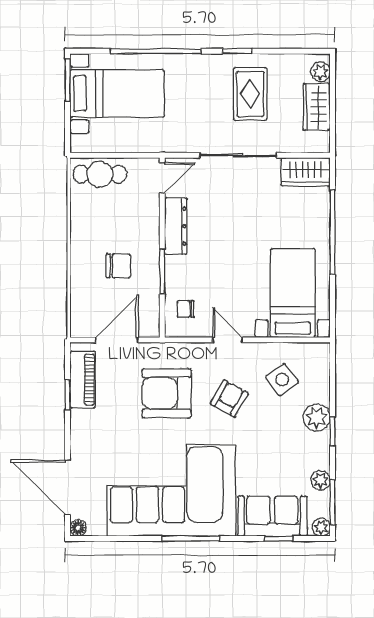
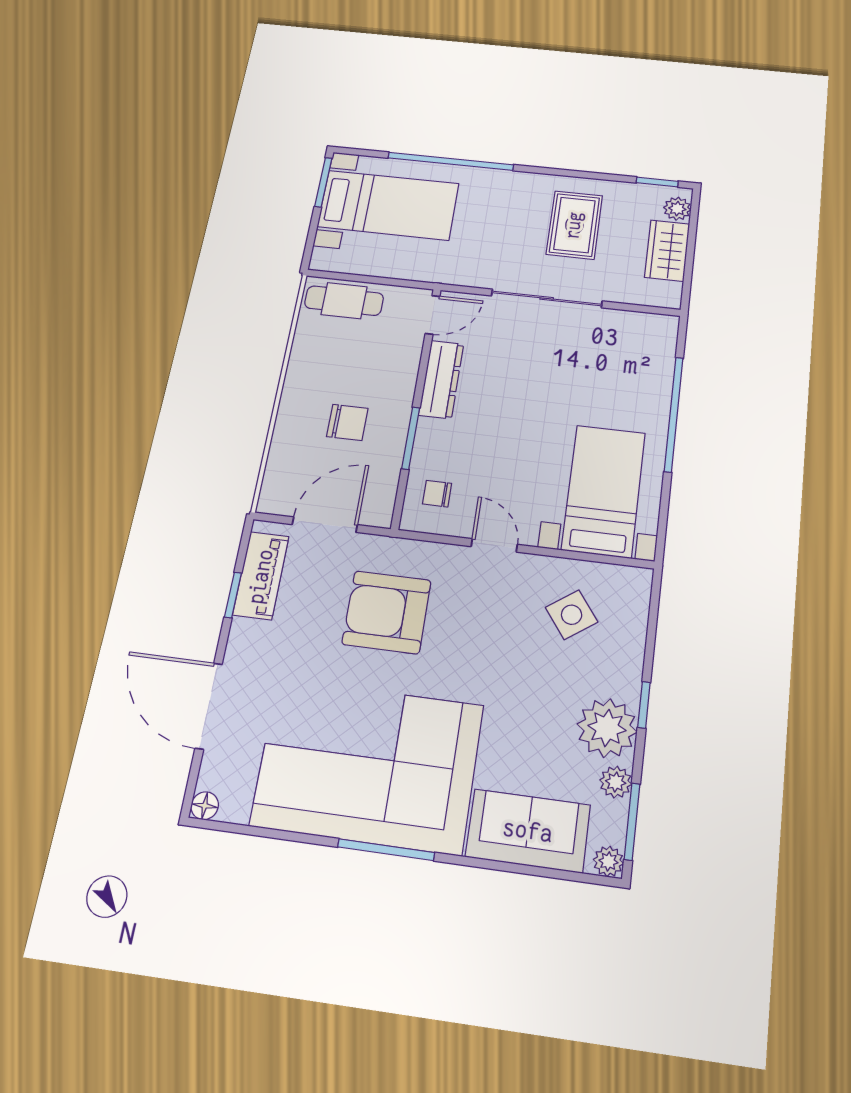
window: (237, 51) -> (657, 182), moved
wardrobe: (306, 172) -> (642, 330), removed
armchair: (229, 398) -> (484, 633), removed
plant: (317, 418) -> (607, 728), moved, width x1.36, depth x1.36
door: (68, 487) -> (209, 706), moved
window: (279, 539) -> (534, 871), removed

